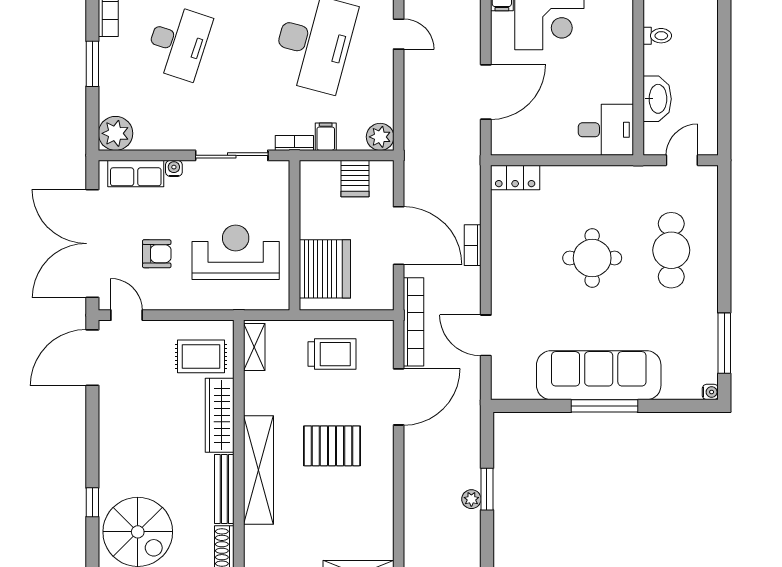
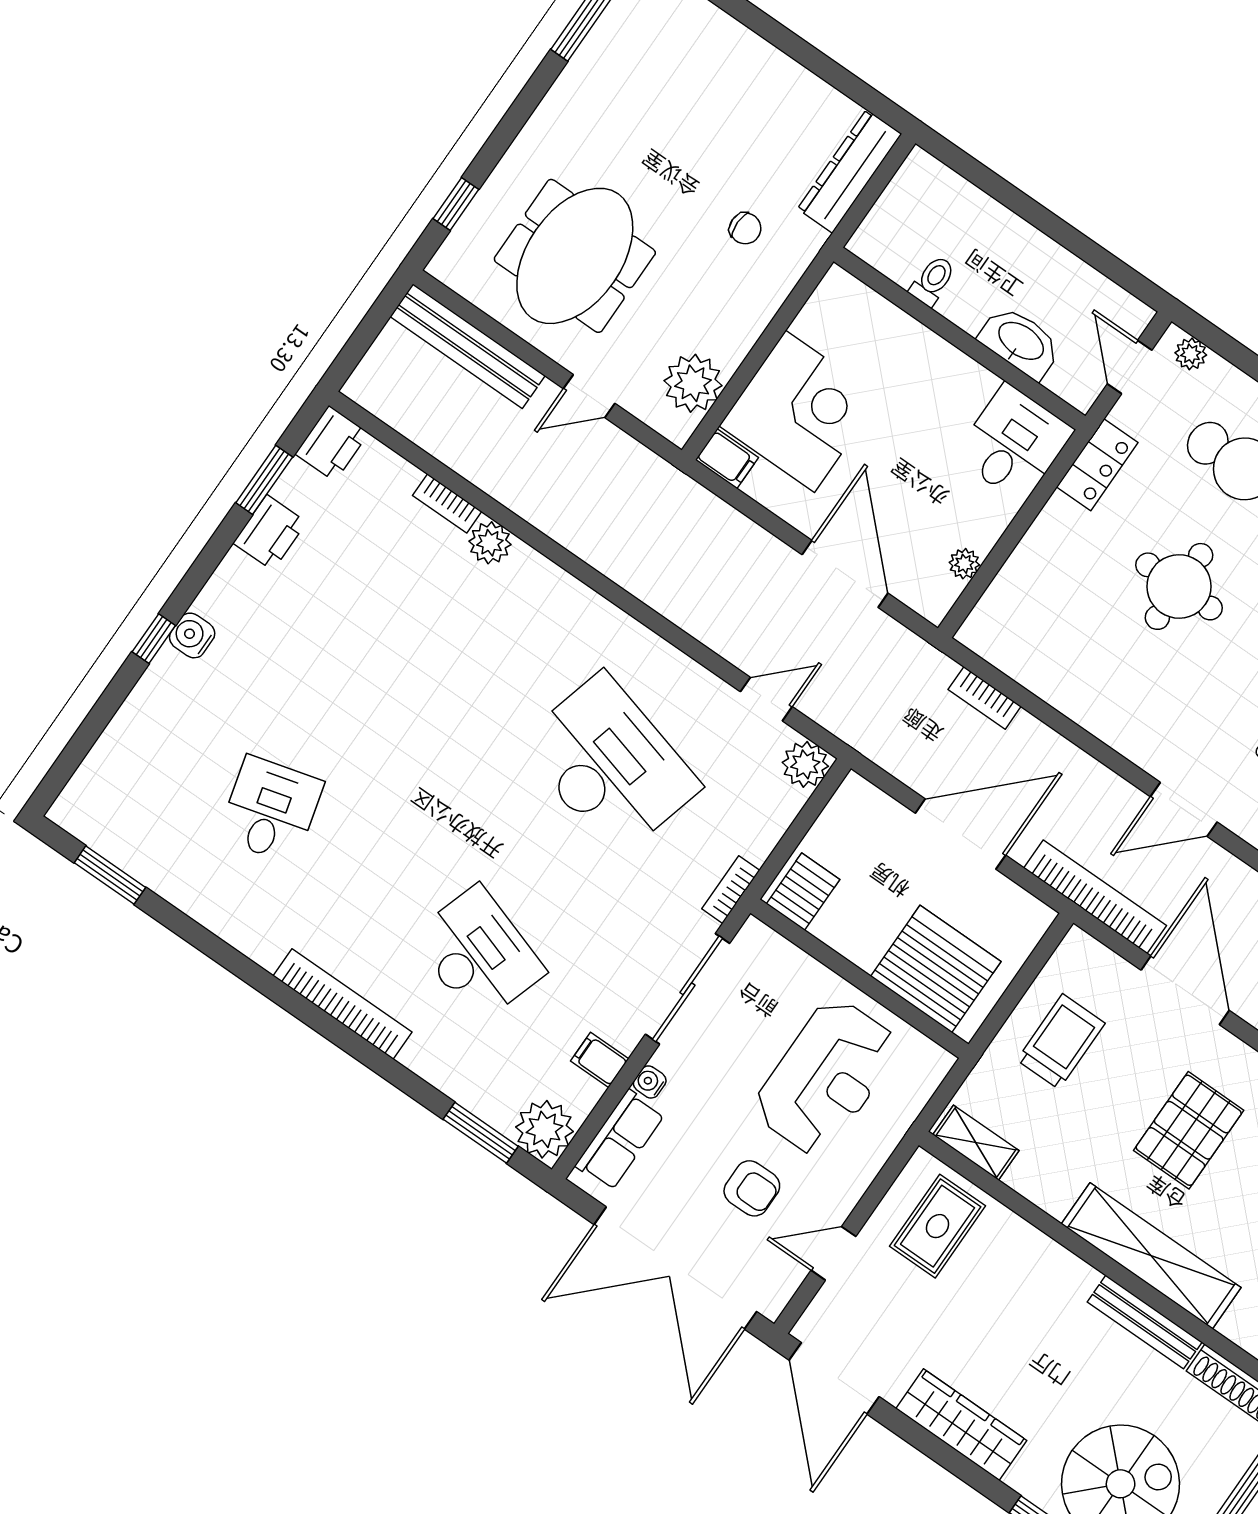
door: (399, 34) -> (766, 699), moved
window: (92, 64) -> (481, 1133), moved
filing cabinet: (326, 137) -> (600, 1060), moved
plant: (531, 146) -> (964, 564), added
locker: (515, 177) -> (1097, 465), moved
server rack: (355, 179) -> (803, 892), moved, turned -90
plant: (709, 185) -> (1191, 354), added
bookcase: (473, 245) -> (985, 698), moved
reception desk: (236, 252) -> (826, 1077), turned 180
armchair: (157, 254) -> (752, 1188), turned 90
door: (127, 315) -> (833, 1253), moved
wardrobe: (220, 415) -> (961, 1425), moved, turned 180

